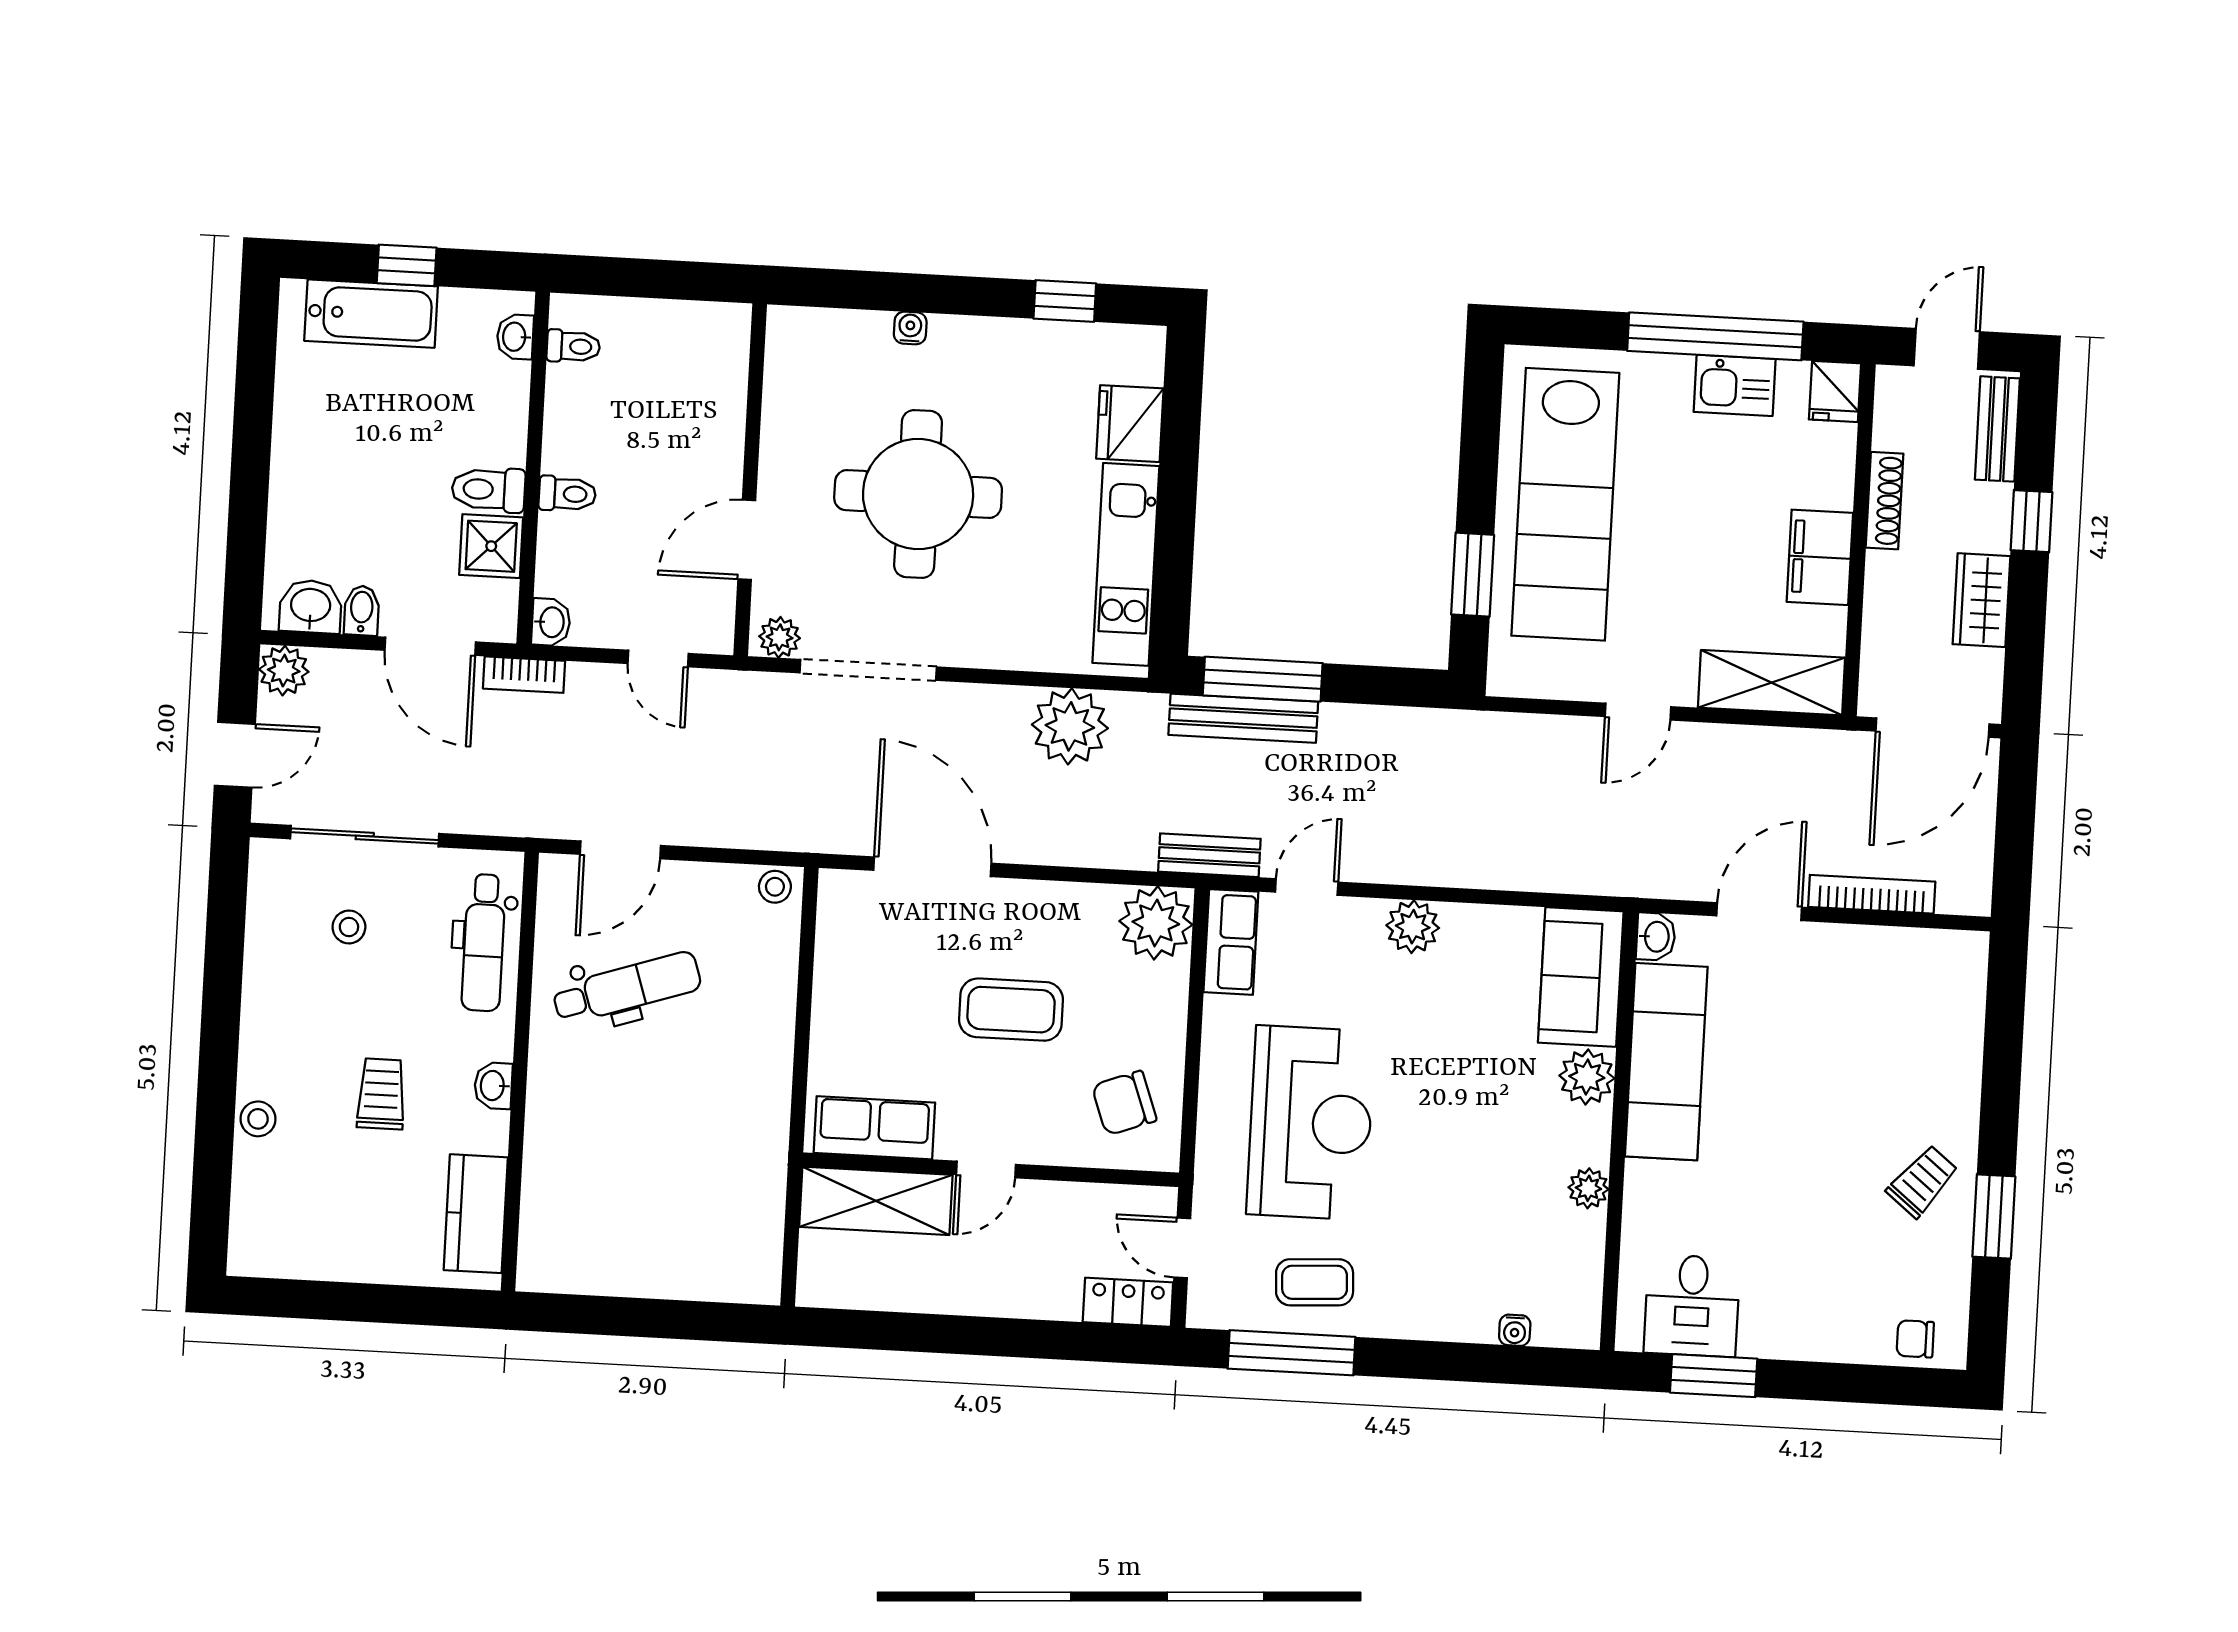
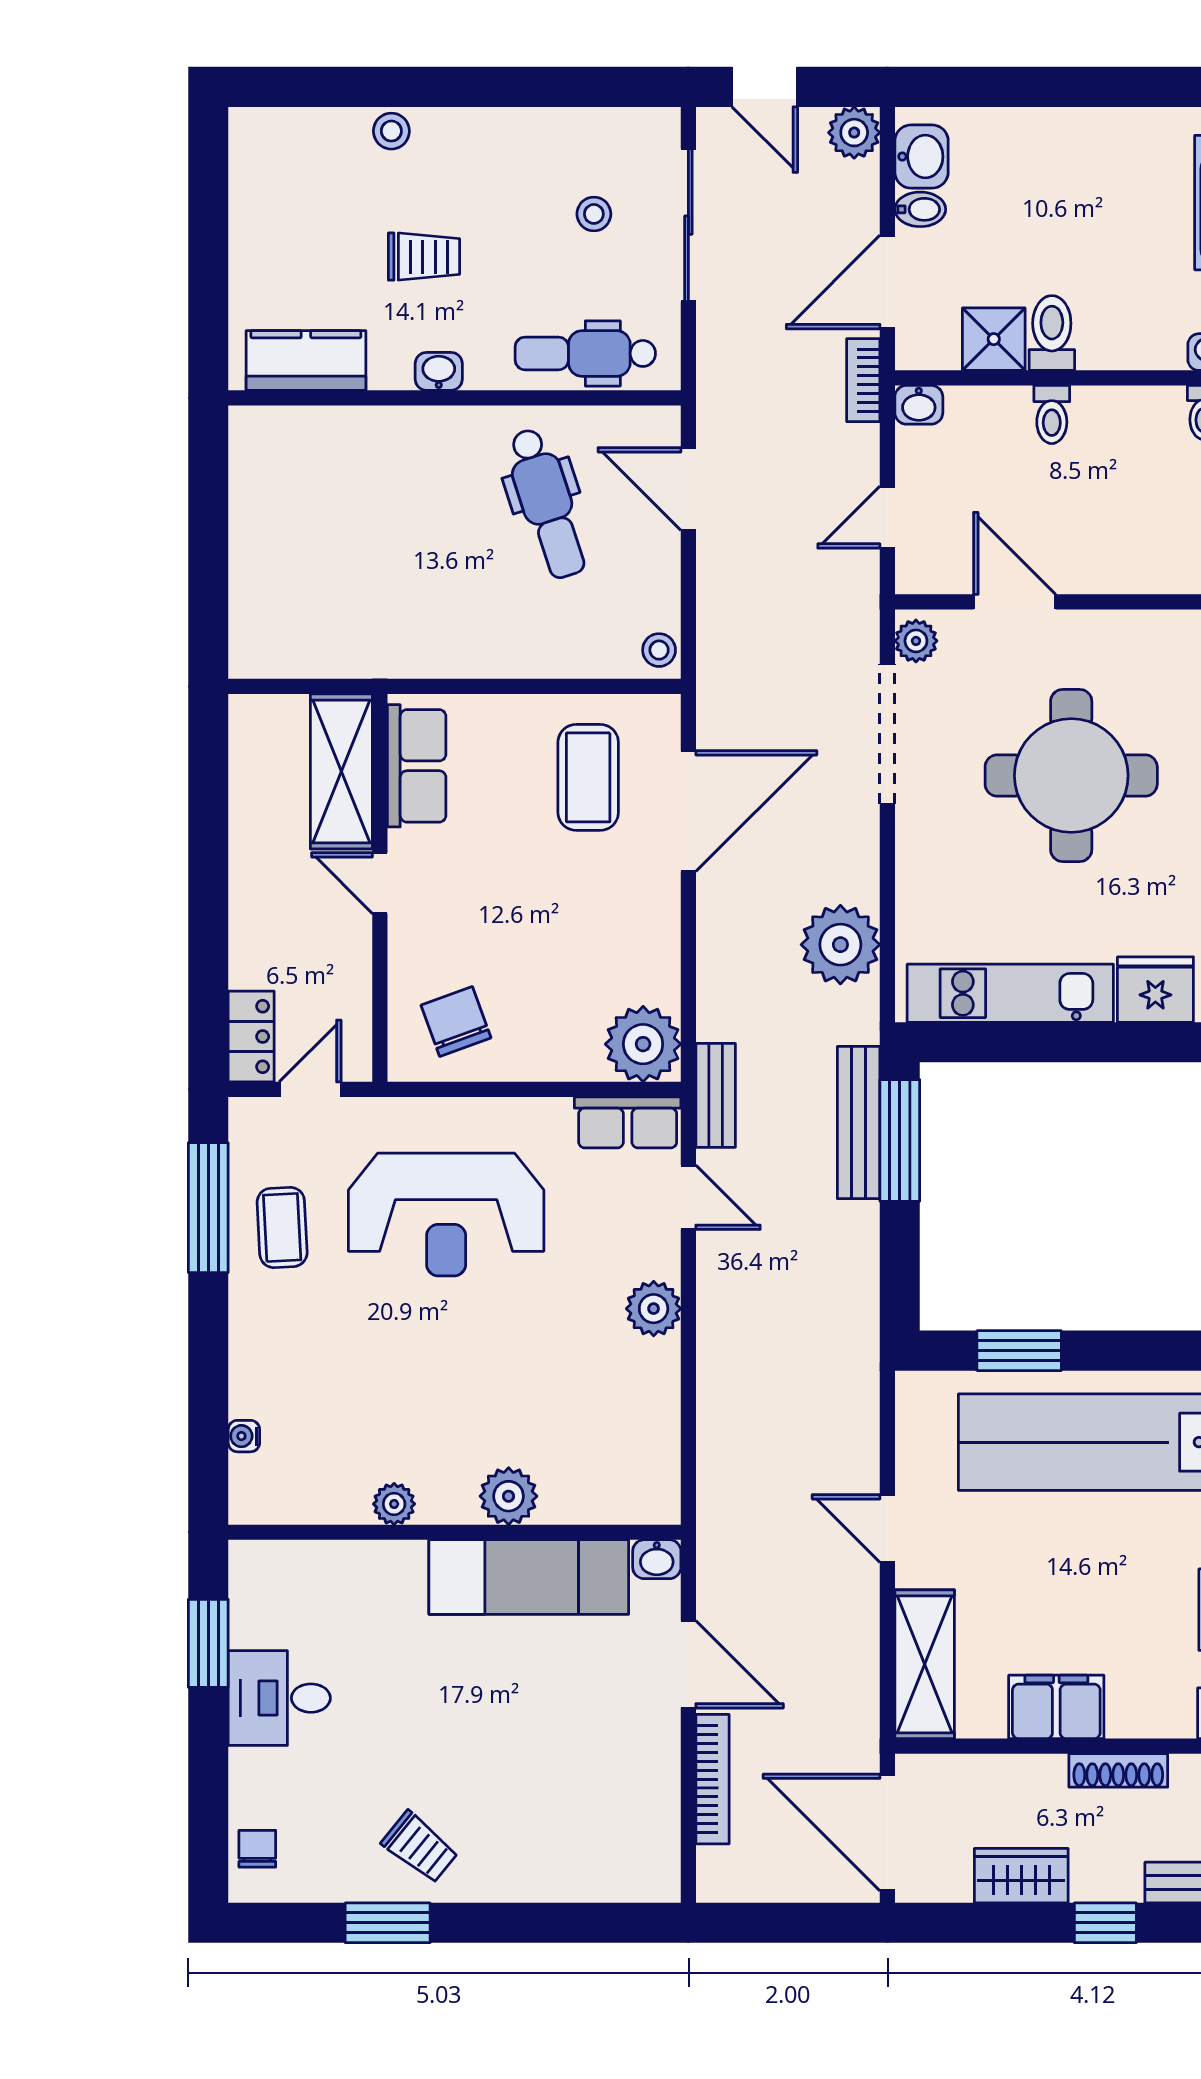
sofa: (1581, 977) -> (611, 1484), removed
coffee table: (1011, 1010) -> (588, 777), moved
desk: (1692, 1306) -> (279, 1698), moved

